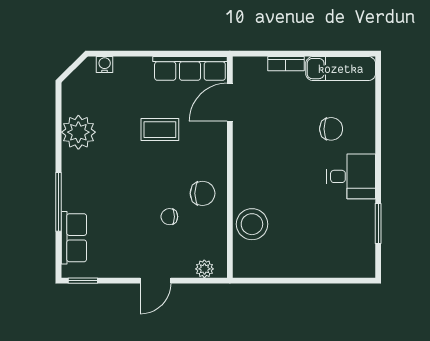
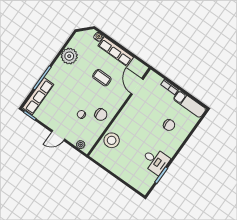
row of seats: (190, 68) -> (116, 51), moved
door: (230, 102) -> (137, 86), hinge flipped
desk: (351, 176) -> (155, 161), moved
row of seats: (74, 238) -> (38, 96), width x1.48

